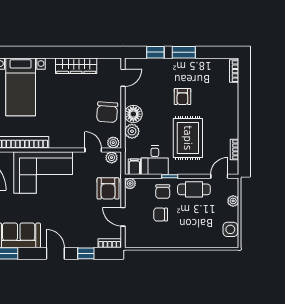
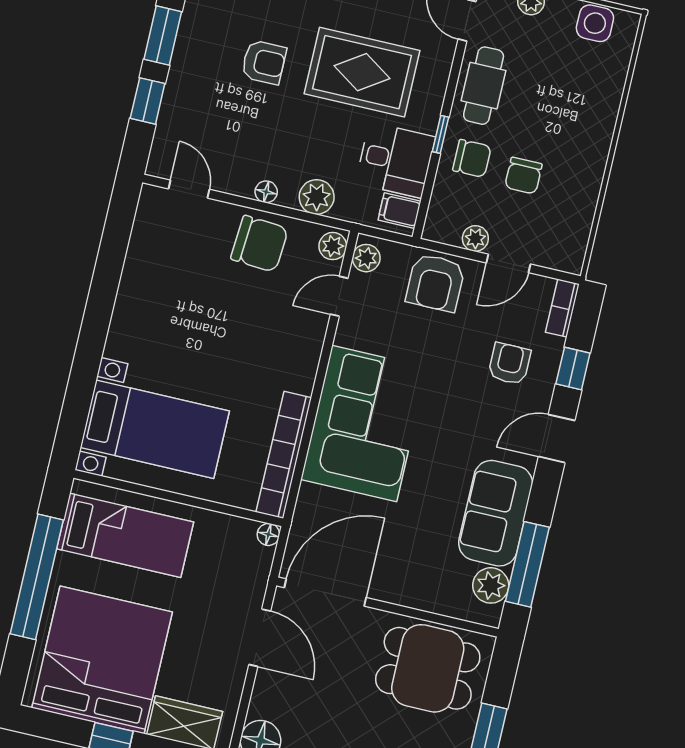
wardrobe: (76, 66) -> (136, 290), removed
floor lamp: (133, 114) -> (266, 192), width x0.53, depth x0.53
plant: (130, 183) -> (475, 238), moved
armchair: (108, 188) -> (435, 283), turned 90
armchair: (82, 227) -> (509, 364), added

